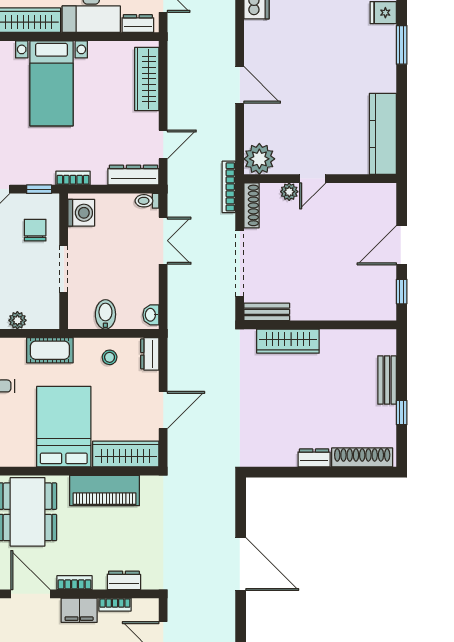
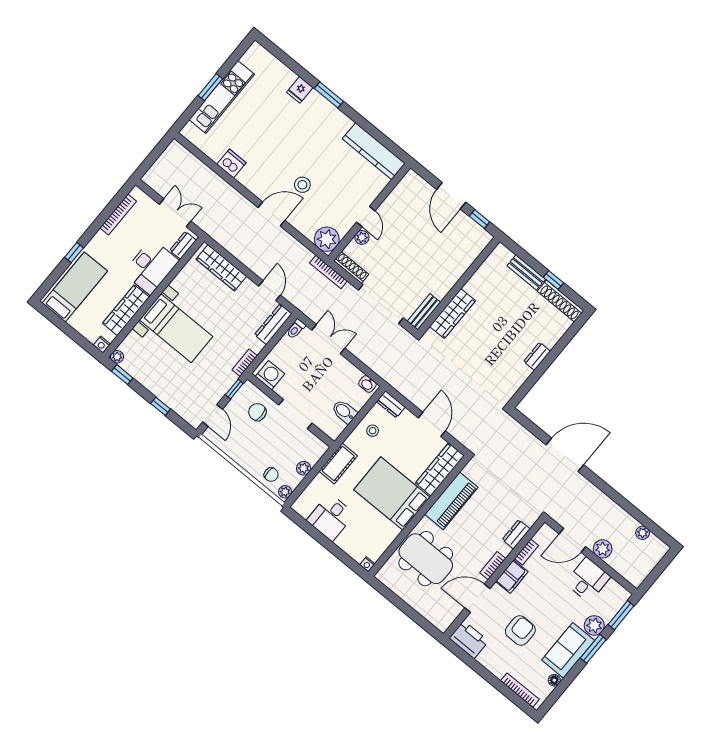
stool: (293, 91) -> (302, 185), added
shoe rack: (362, 457) -> (561, 301), moved, turned -90

